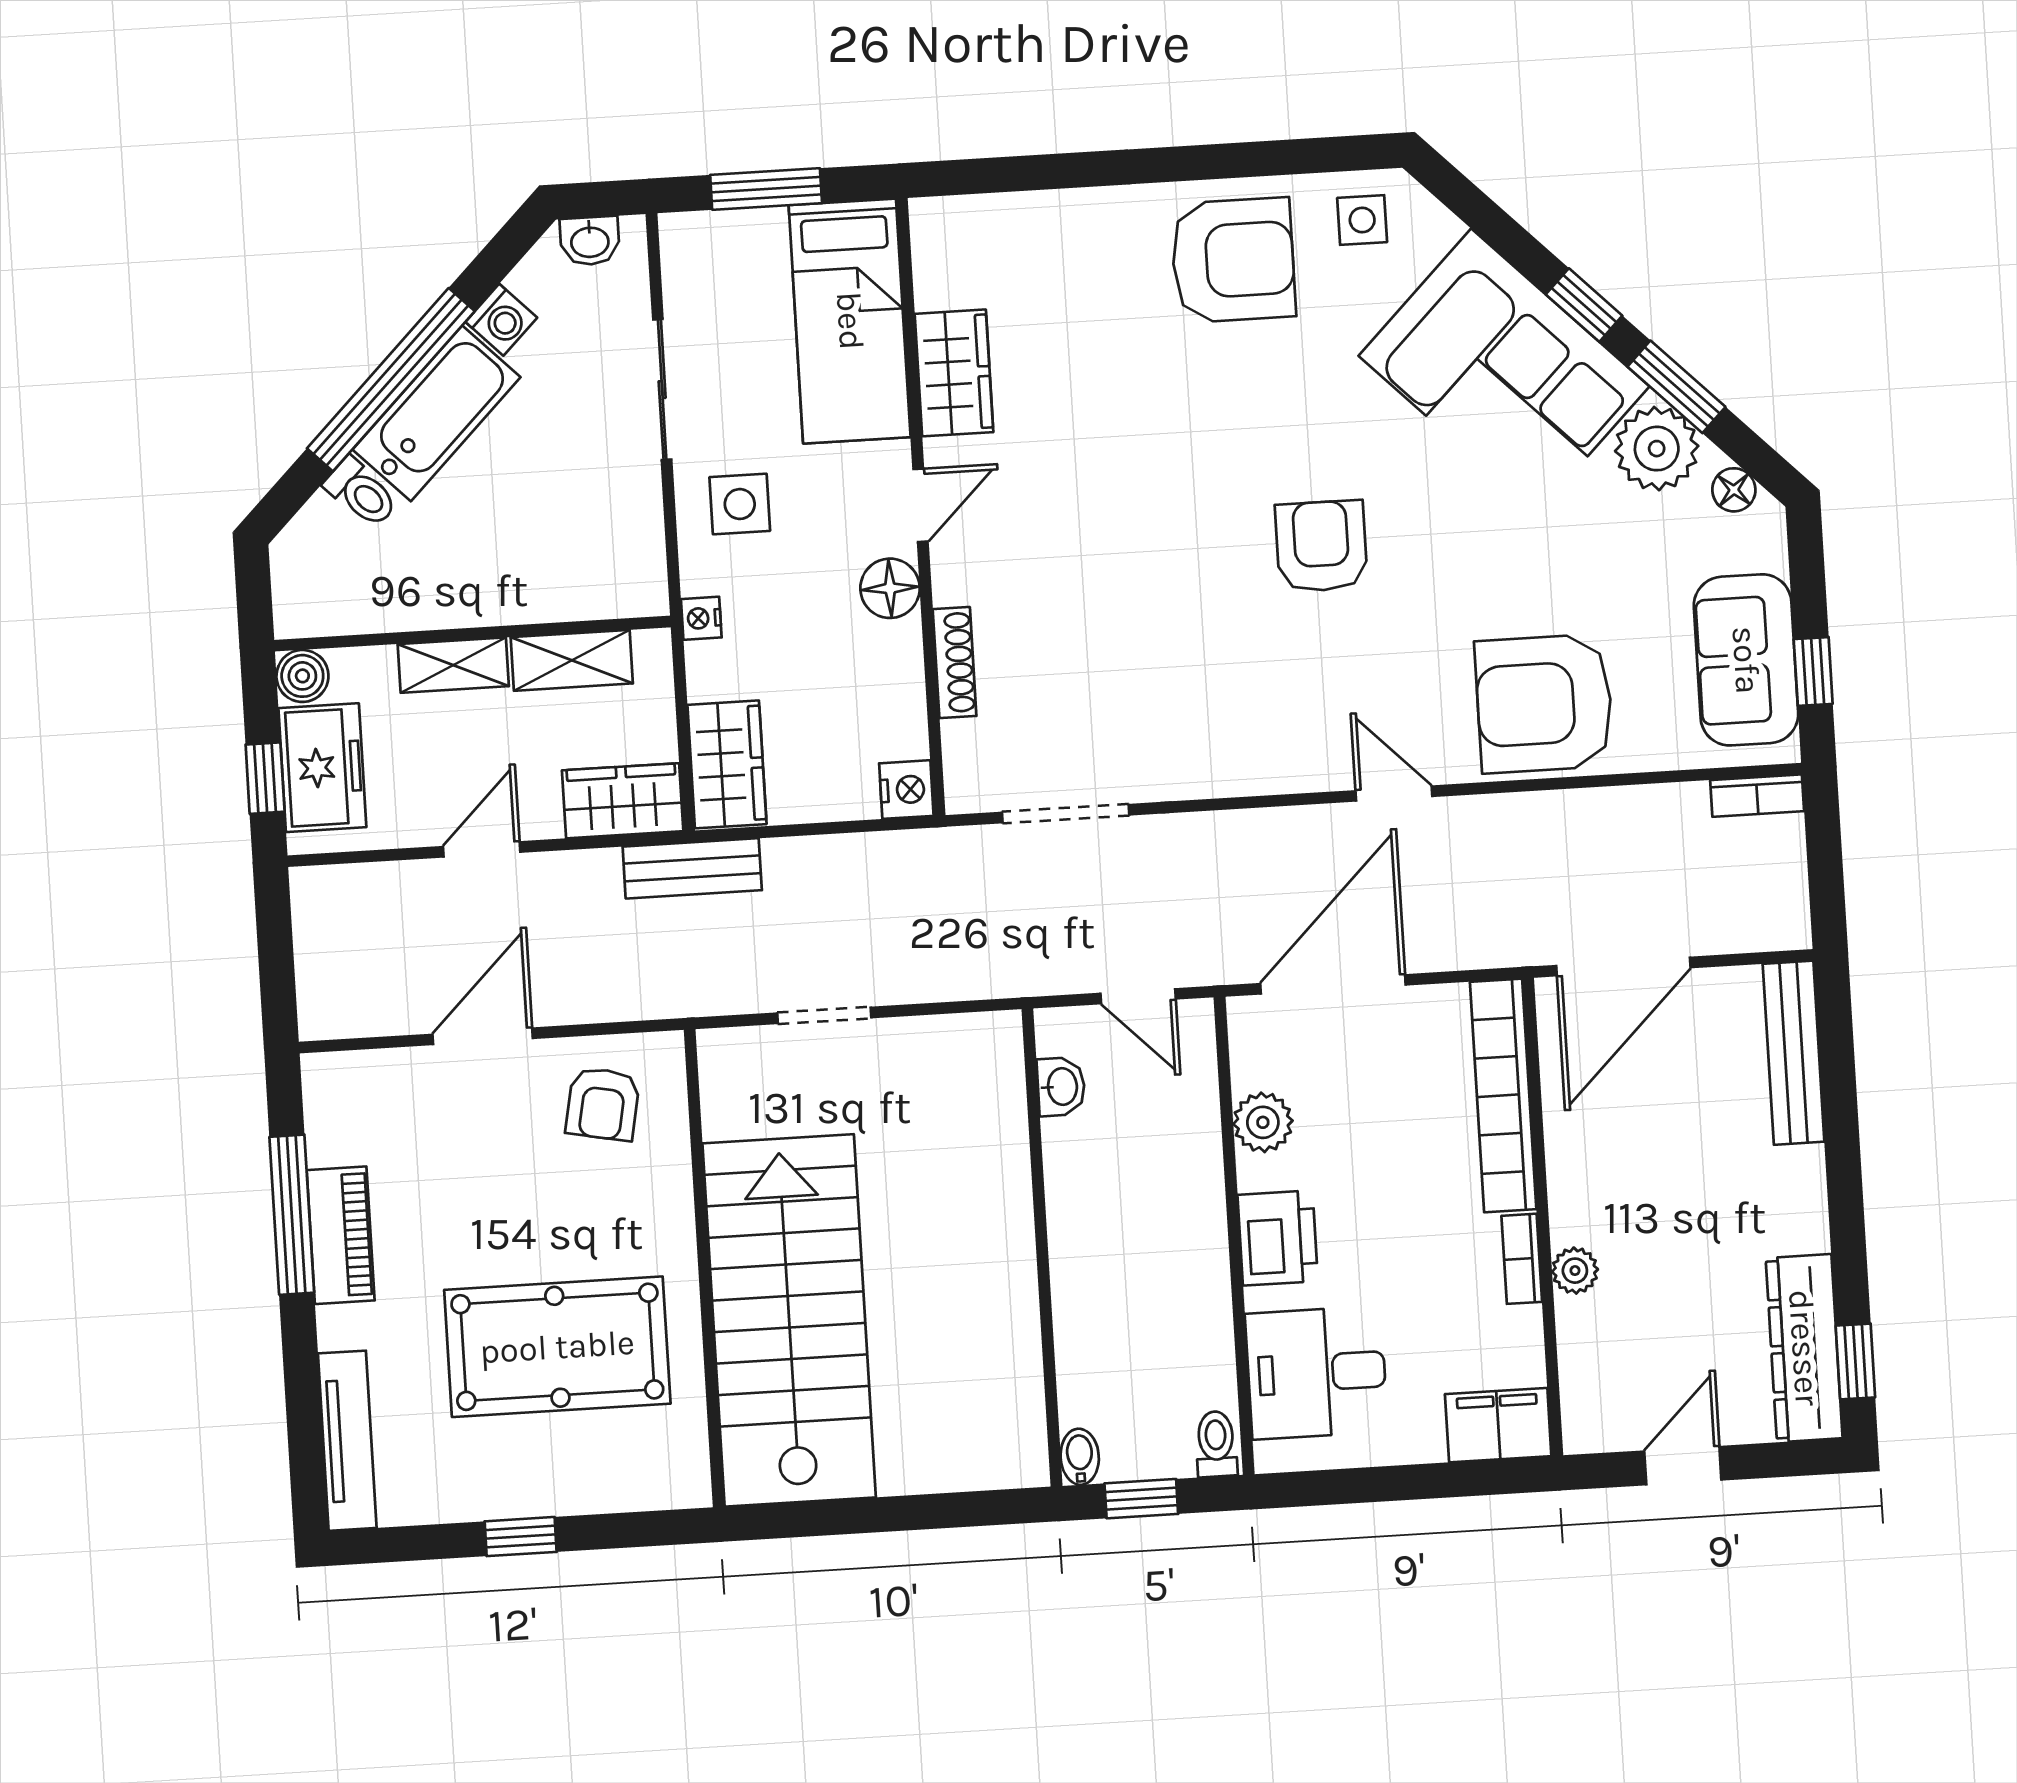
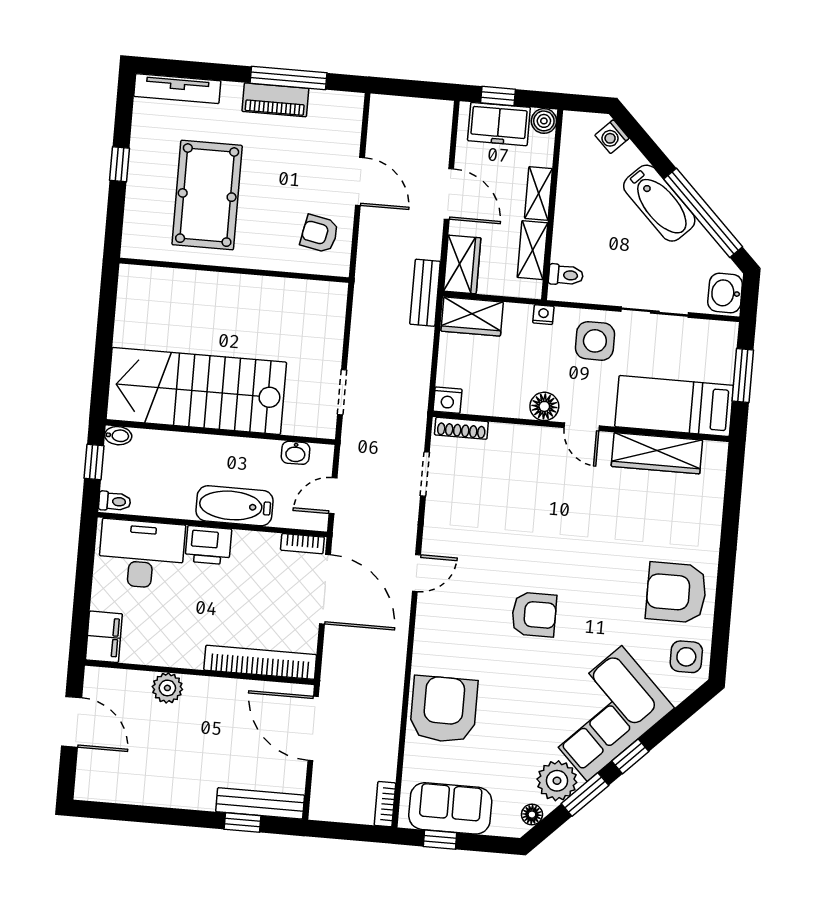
side table: (1362, 220) -> (686, 657), width x1.37, depth x1.37
washbasin: (590, 241) -> (725, 293), width x1.38, depth x1.45
armchair: (1233, 260) -> (676, 593), turned 90
washing machine: (501, 320) -> (612, 137), moved
wardrobe: (954, 373) -> (657, 453), width x1.50
window: (391, 380) -> (703, 213), moved
toilet: (361, 493) -> (566, 275), moved, turned -135
side table: (740, 504) -> (595, 341), width x1.37, depth x1.37
shoe rack: (955, 663) -> (461, 428), moved
door: (1394, 794) -> (416, 573), moved
doorway: (1066, 814) -> (425, 474), width x0.73
door: (482, 849) -> (449, 194), width x1.38
doorway: (824, 1015) -> (342, 392), moved
plant: (1263, 1122) -> (264, 546), removed
bathtub: (1189, 1196) -> (235, 506), added
bookcase: (1522, 1259) -> (302, 544), moved, turned 180
plant: (1575, 1271) -> (167, 688), width x1.38, depth x1.38
stairs: (789, 1320) -> (196, 391), moved, turned 180
dresser: (1804, 1348) -> (119, 788), removed
window: (1855, 1361) -> (243, 823), moved
desk: (1317, 1373) -> (141, 554), width x1.37
door: (1683, 1466) -> (72, 722), width x1.38

